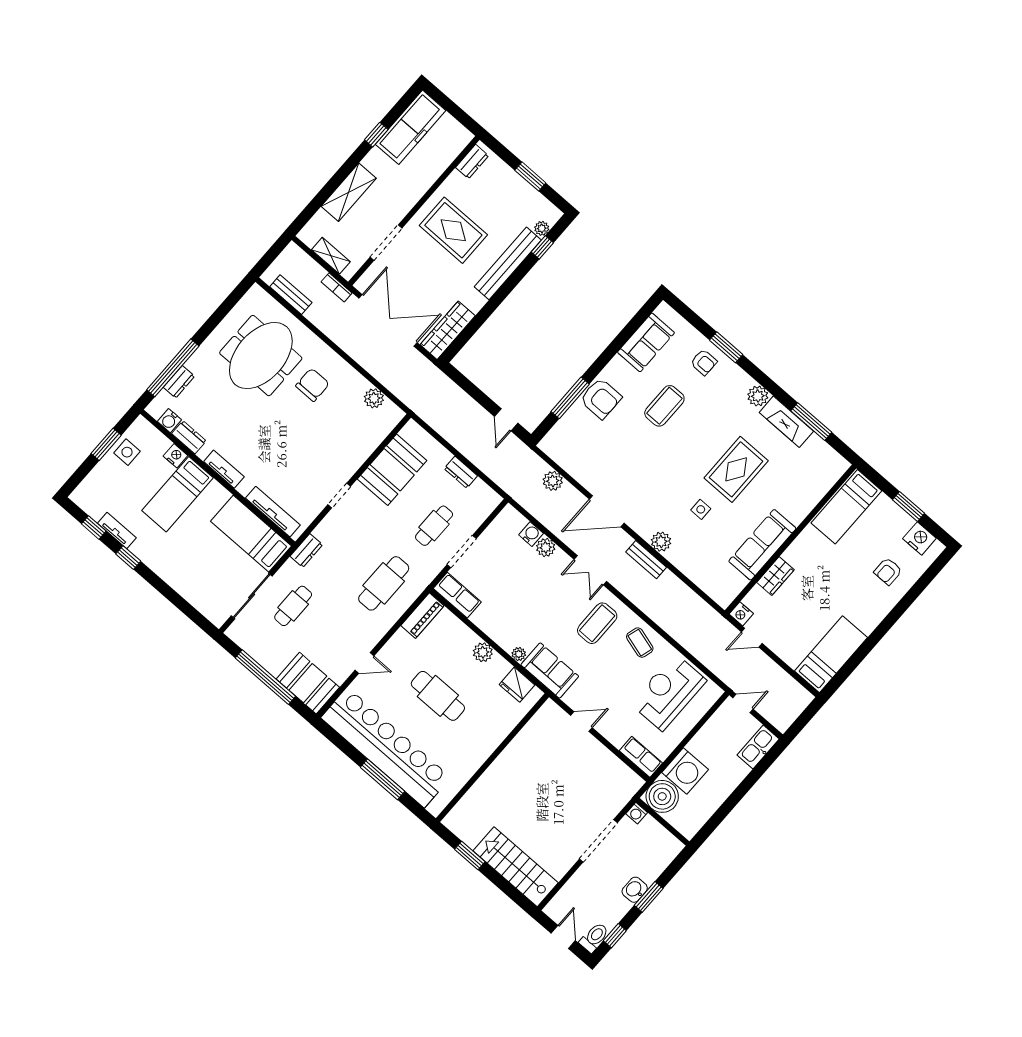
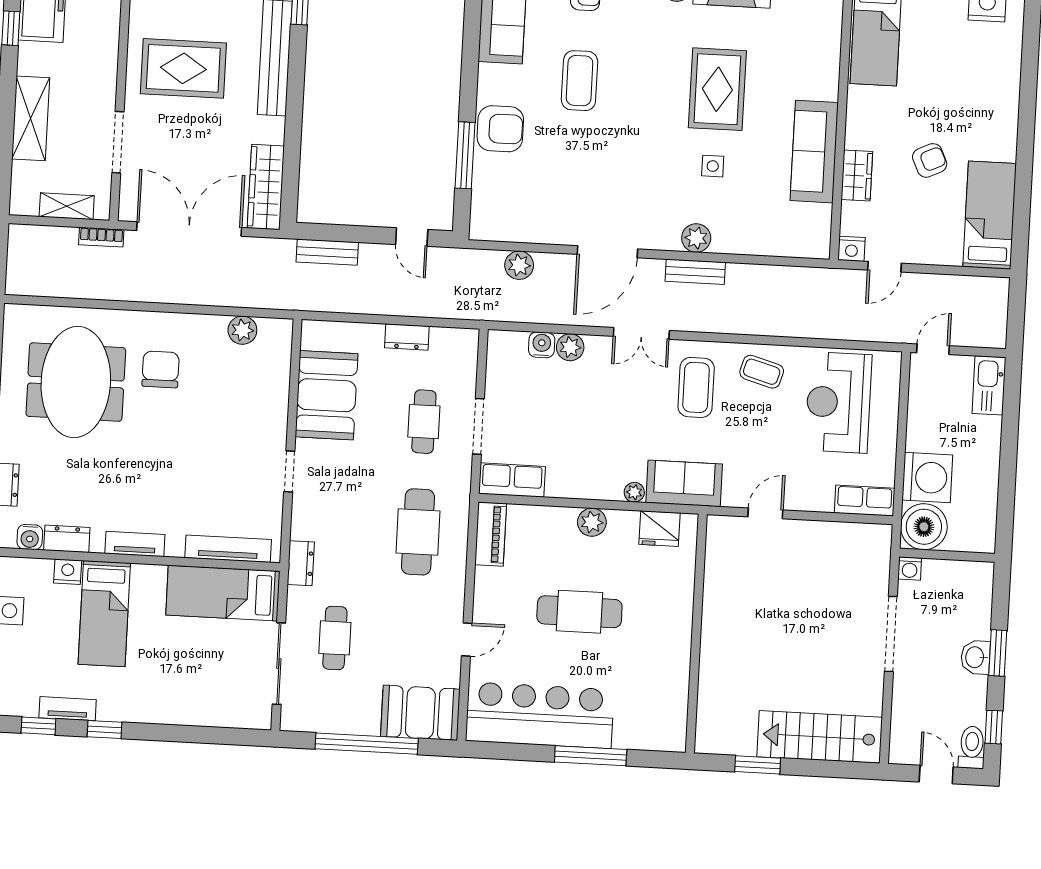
bench: (291, 295) -> (327, 252), moved
armchair: (888, 571) -> (930, 160), moved, turned -115
bar counter: (386, 748) -> (540, 715), width x0.73

